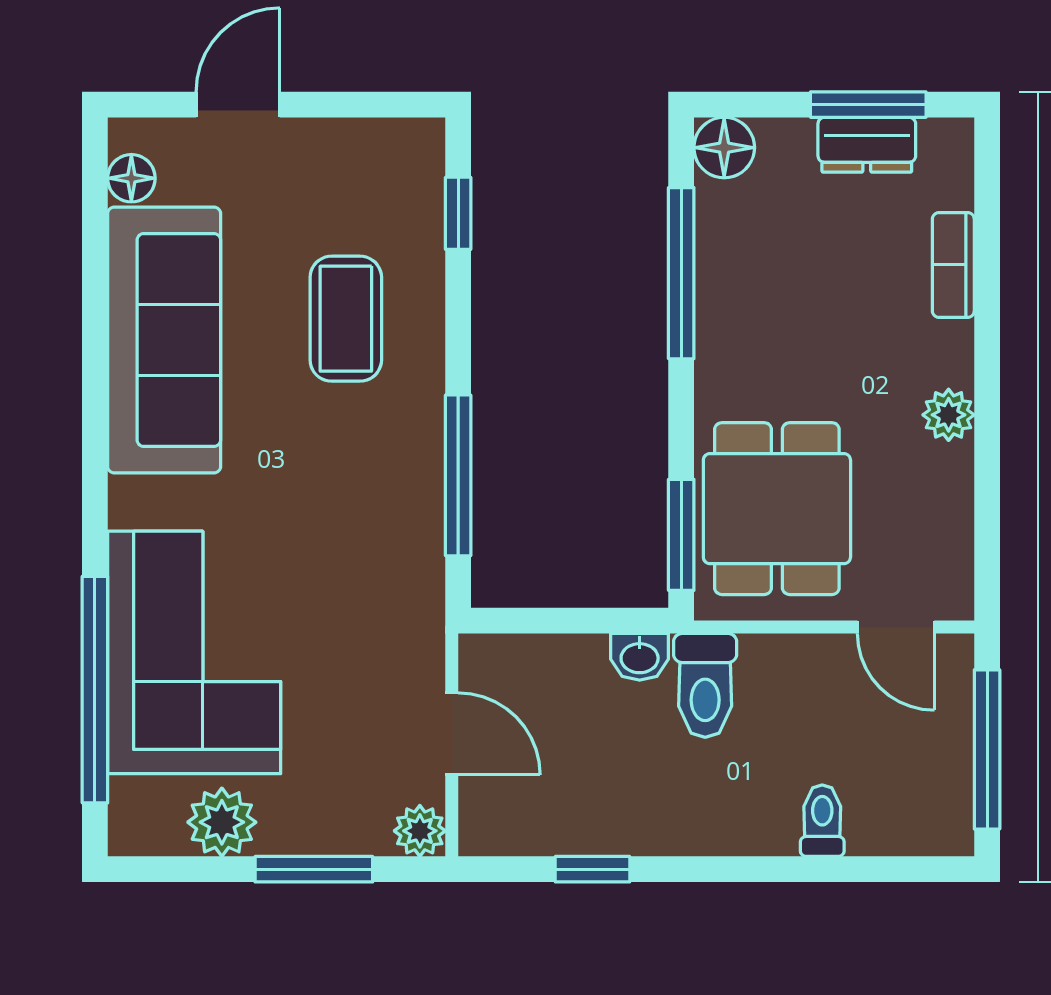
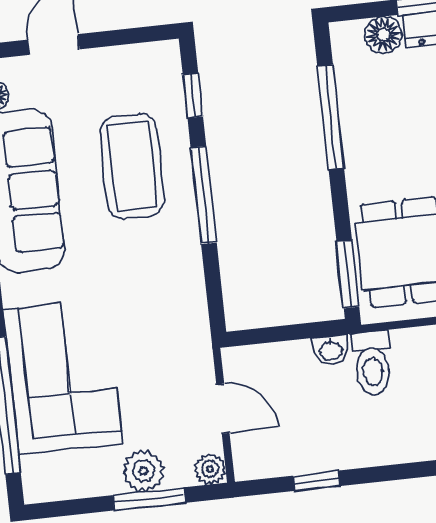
floor lamp: (724, 148) -> (383, 35), moved
coffee table: (346, 319) -> (132, 166), width x1.36, depth x1.32
window: (458, 475) -> (204, 195), moved
plant: (222, 822) -> (144, 471), moved

